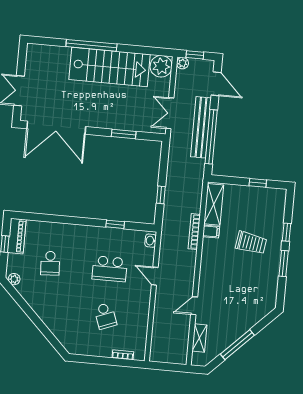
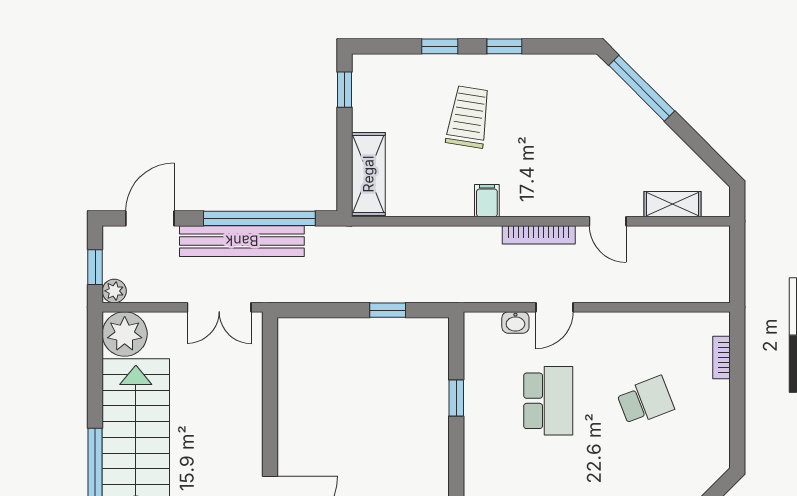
window: (124, 134) -> (270, 398), removed
window: (258, 183) -> (344, 90), moved
shelving: (214, 204) -> (368, 174), moved, turned 90
bookcase: (194, 232) -> (539, 235), moved
filing cabinet: (211, 232) -> (487, 201), moved
washbasin: (151, 241) -> (515, 322), moved
window: (284, 263) -> (504, 46), width x0.67
window: (237, 345) -> (642, 88), moved

